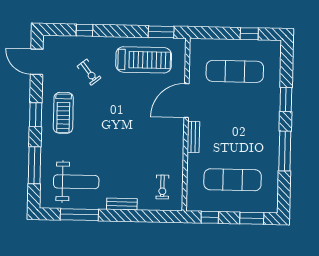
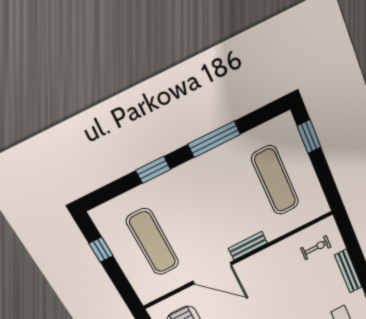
bench: (122, 204) -> (348, 271), width x1.36
window: (210, 217) -> (327, 183), removed

